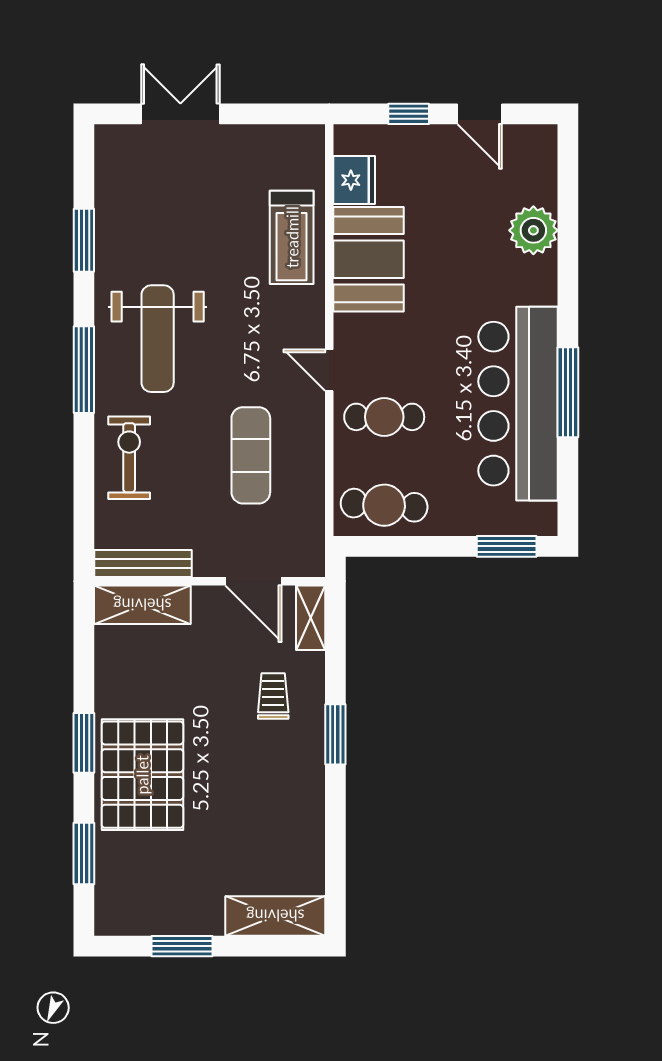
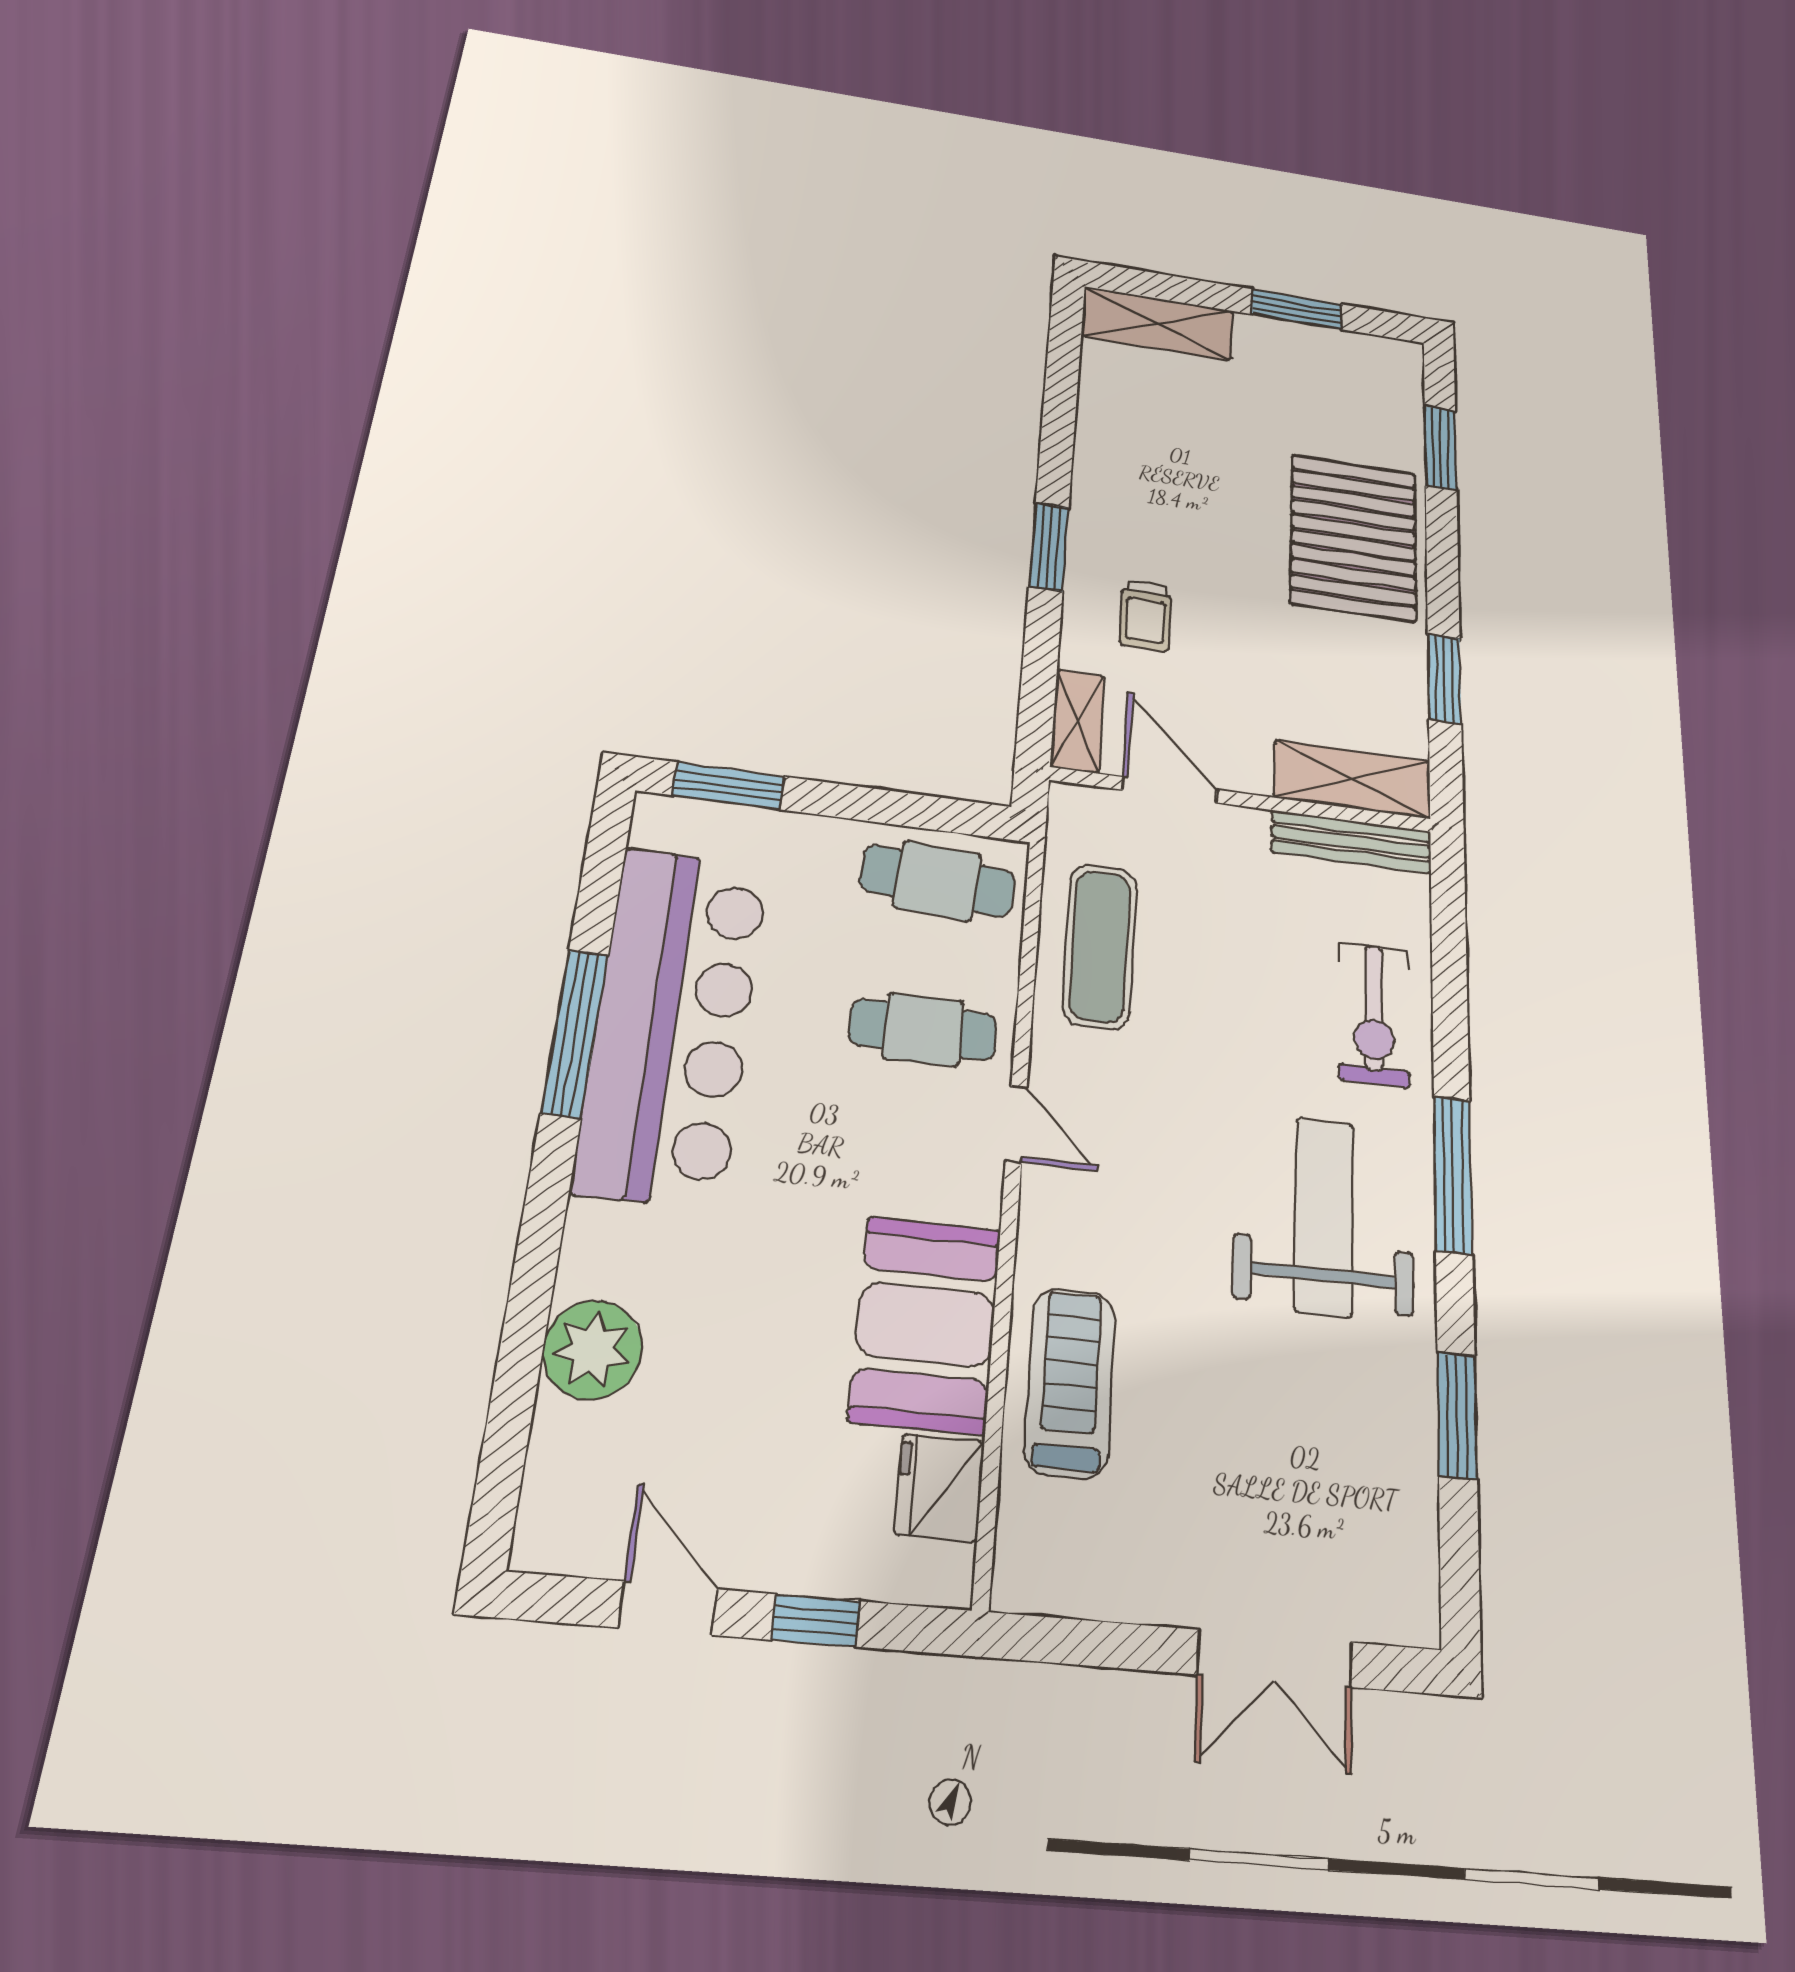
exercise mat: (251, 455) -> (1100, 946), moved
window: (84, 743) -> (1444, 679), moved

